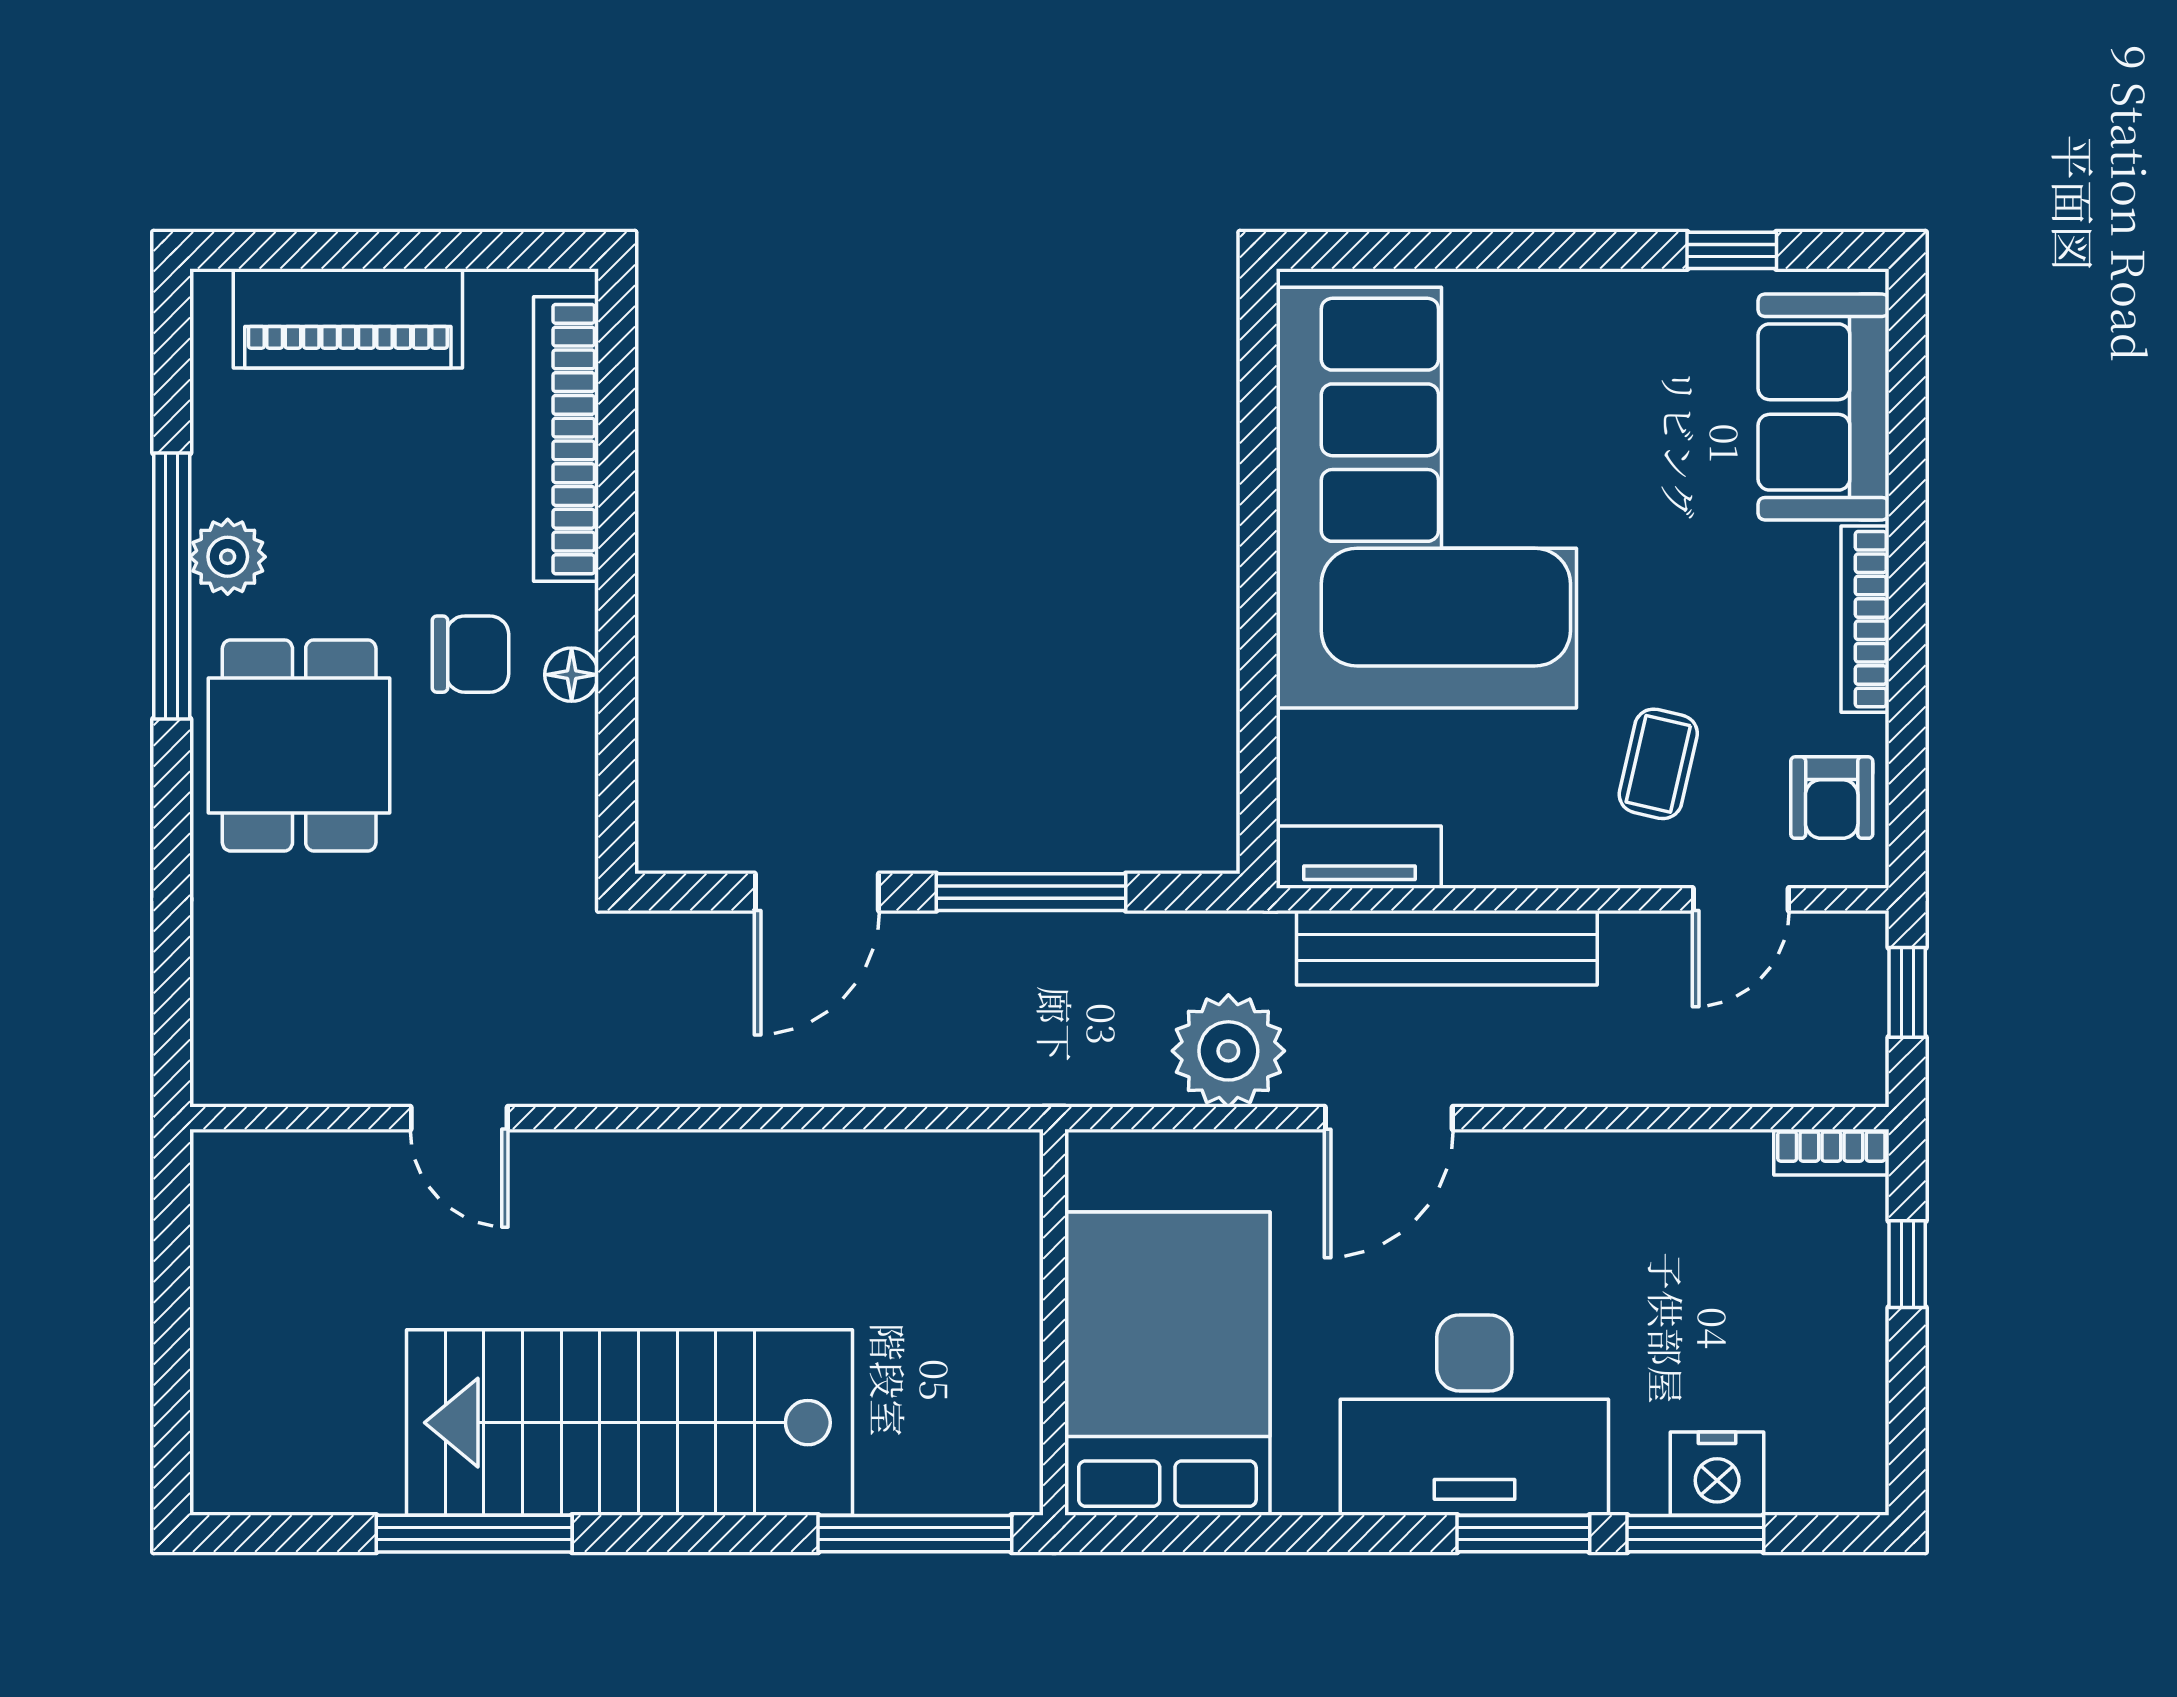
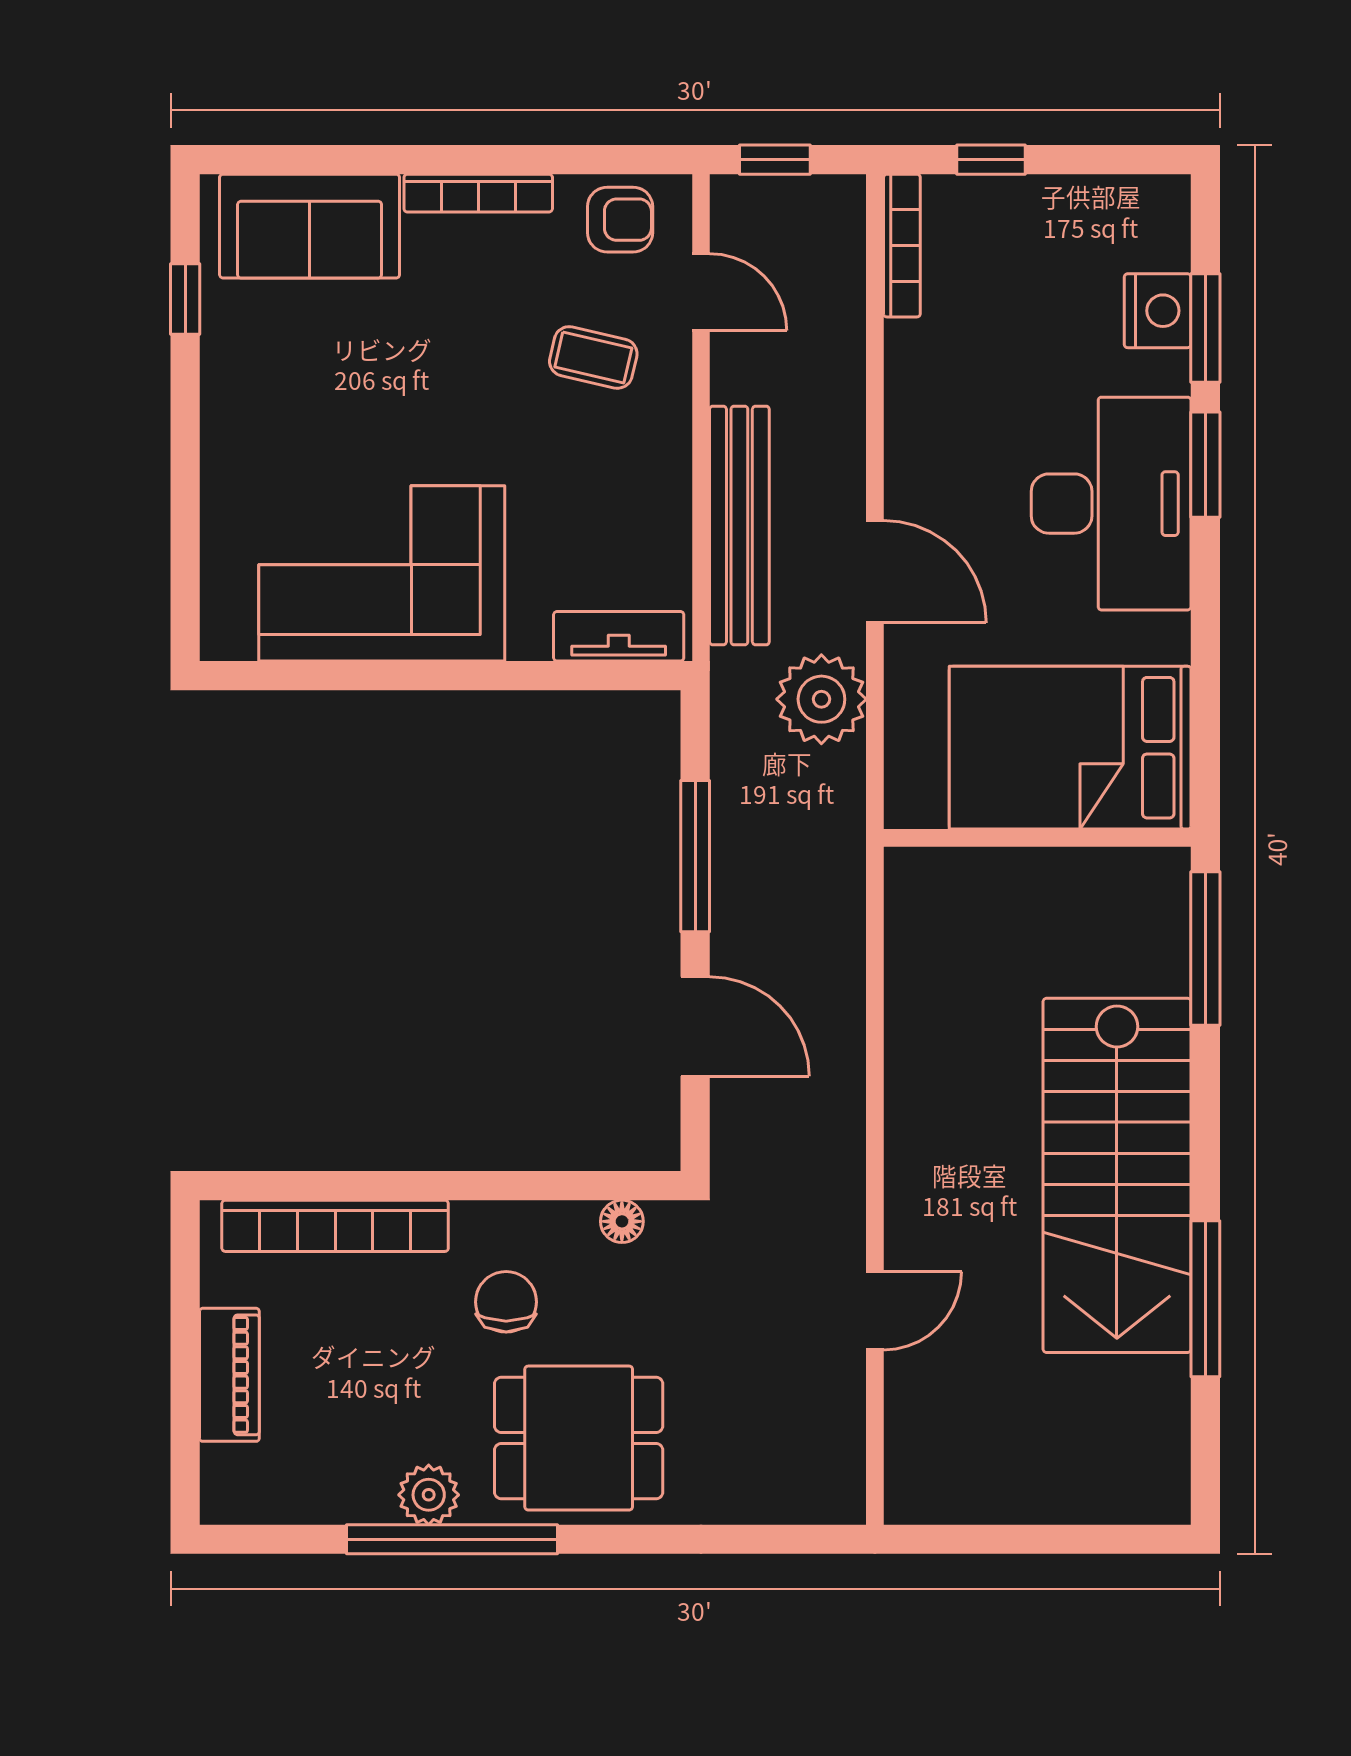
piano: (348, 318) -> (229, 1375), width x0.73, depth x0.75
corner sofa: (1426, 498) -> (382, 573), width x0.73, depth x0.74
floor lamp: (572, 675) -> (622, 1221), moved
tv unit: (1359, 857) -> (619, 636), moved, turned 90
bookcase: (1831, 1152) -> (902, 246), width x1.56

